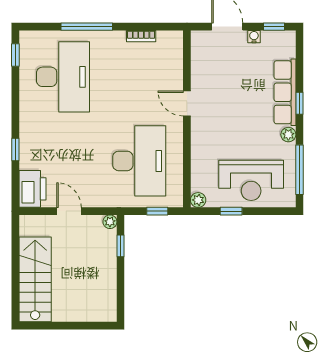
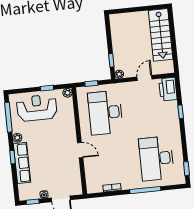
door: (69, 211) -> (145, 78), swing flipped

